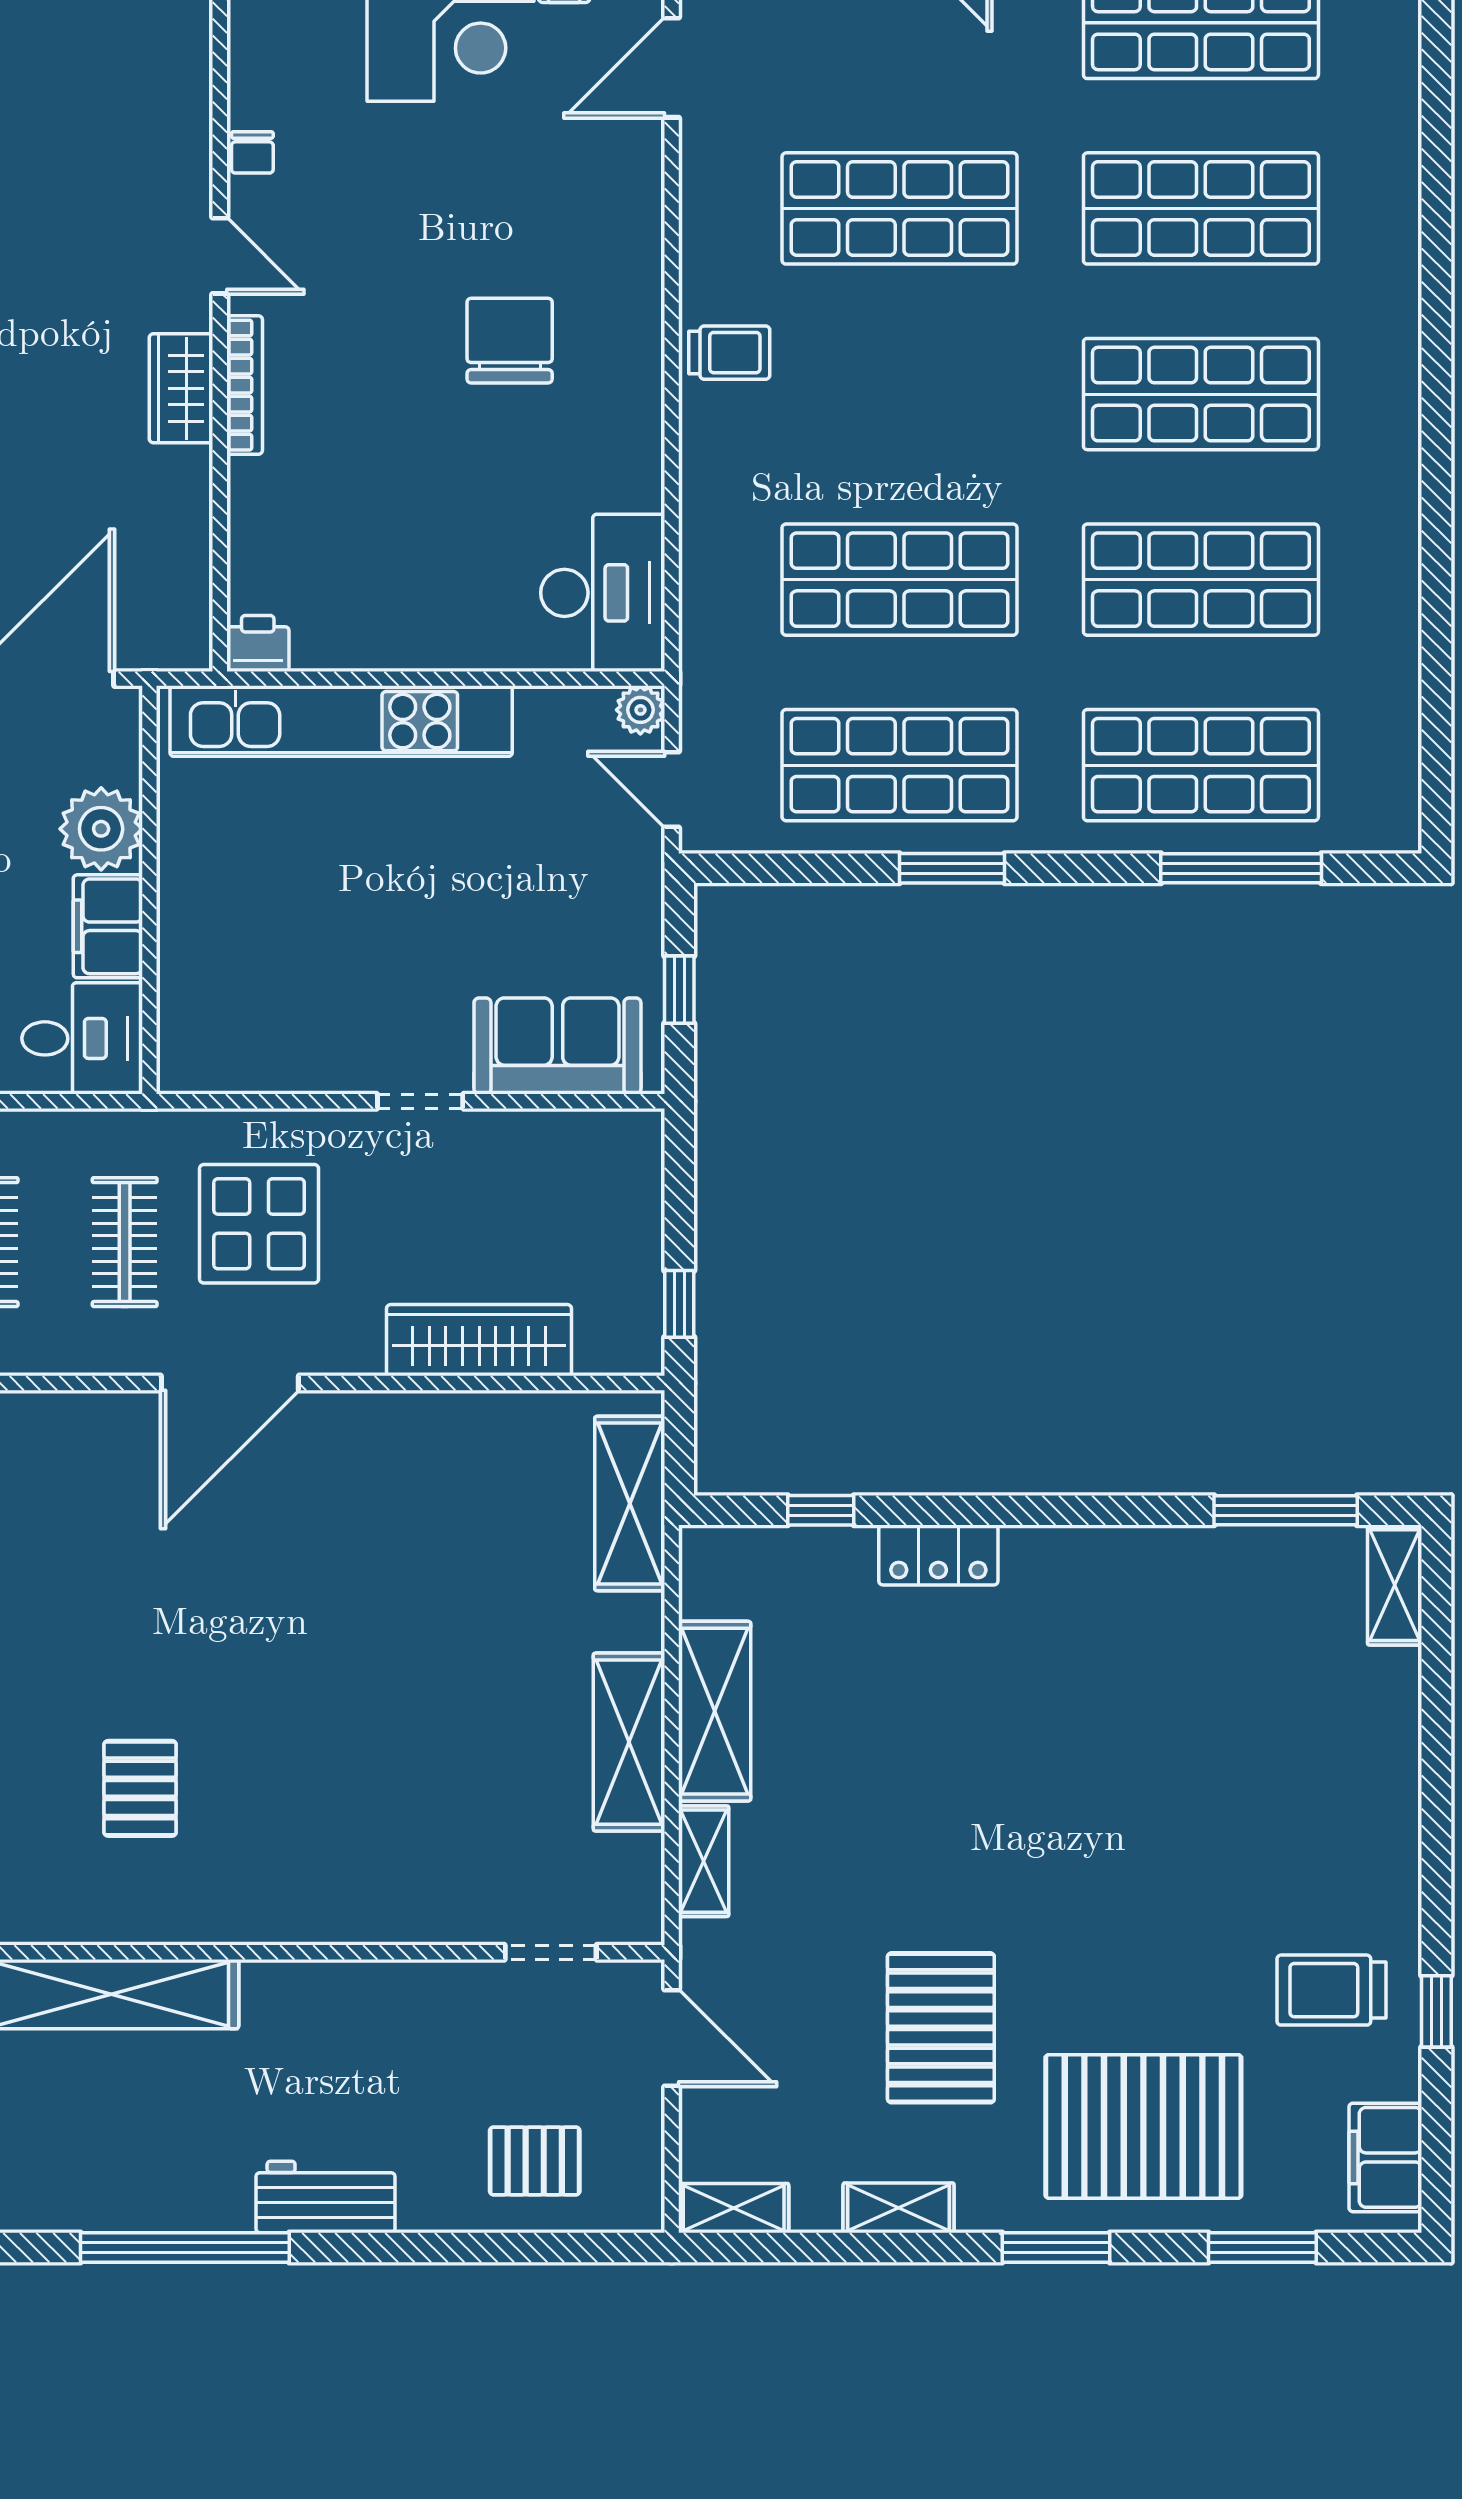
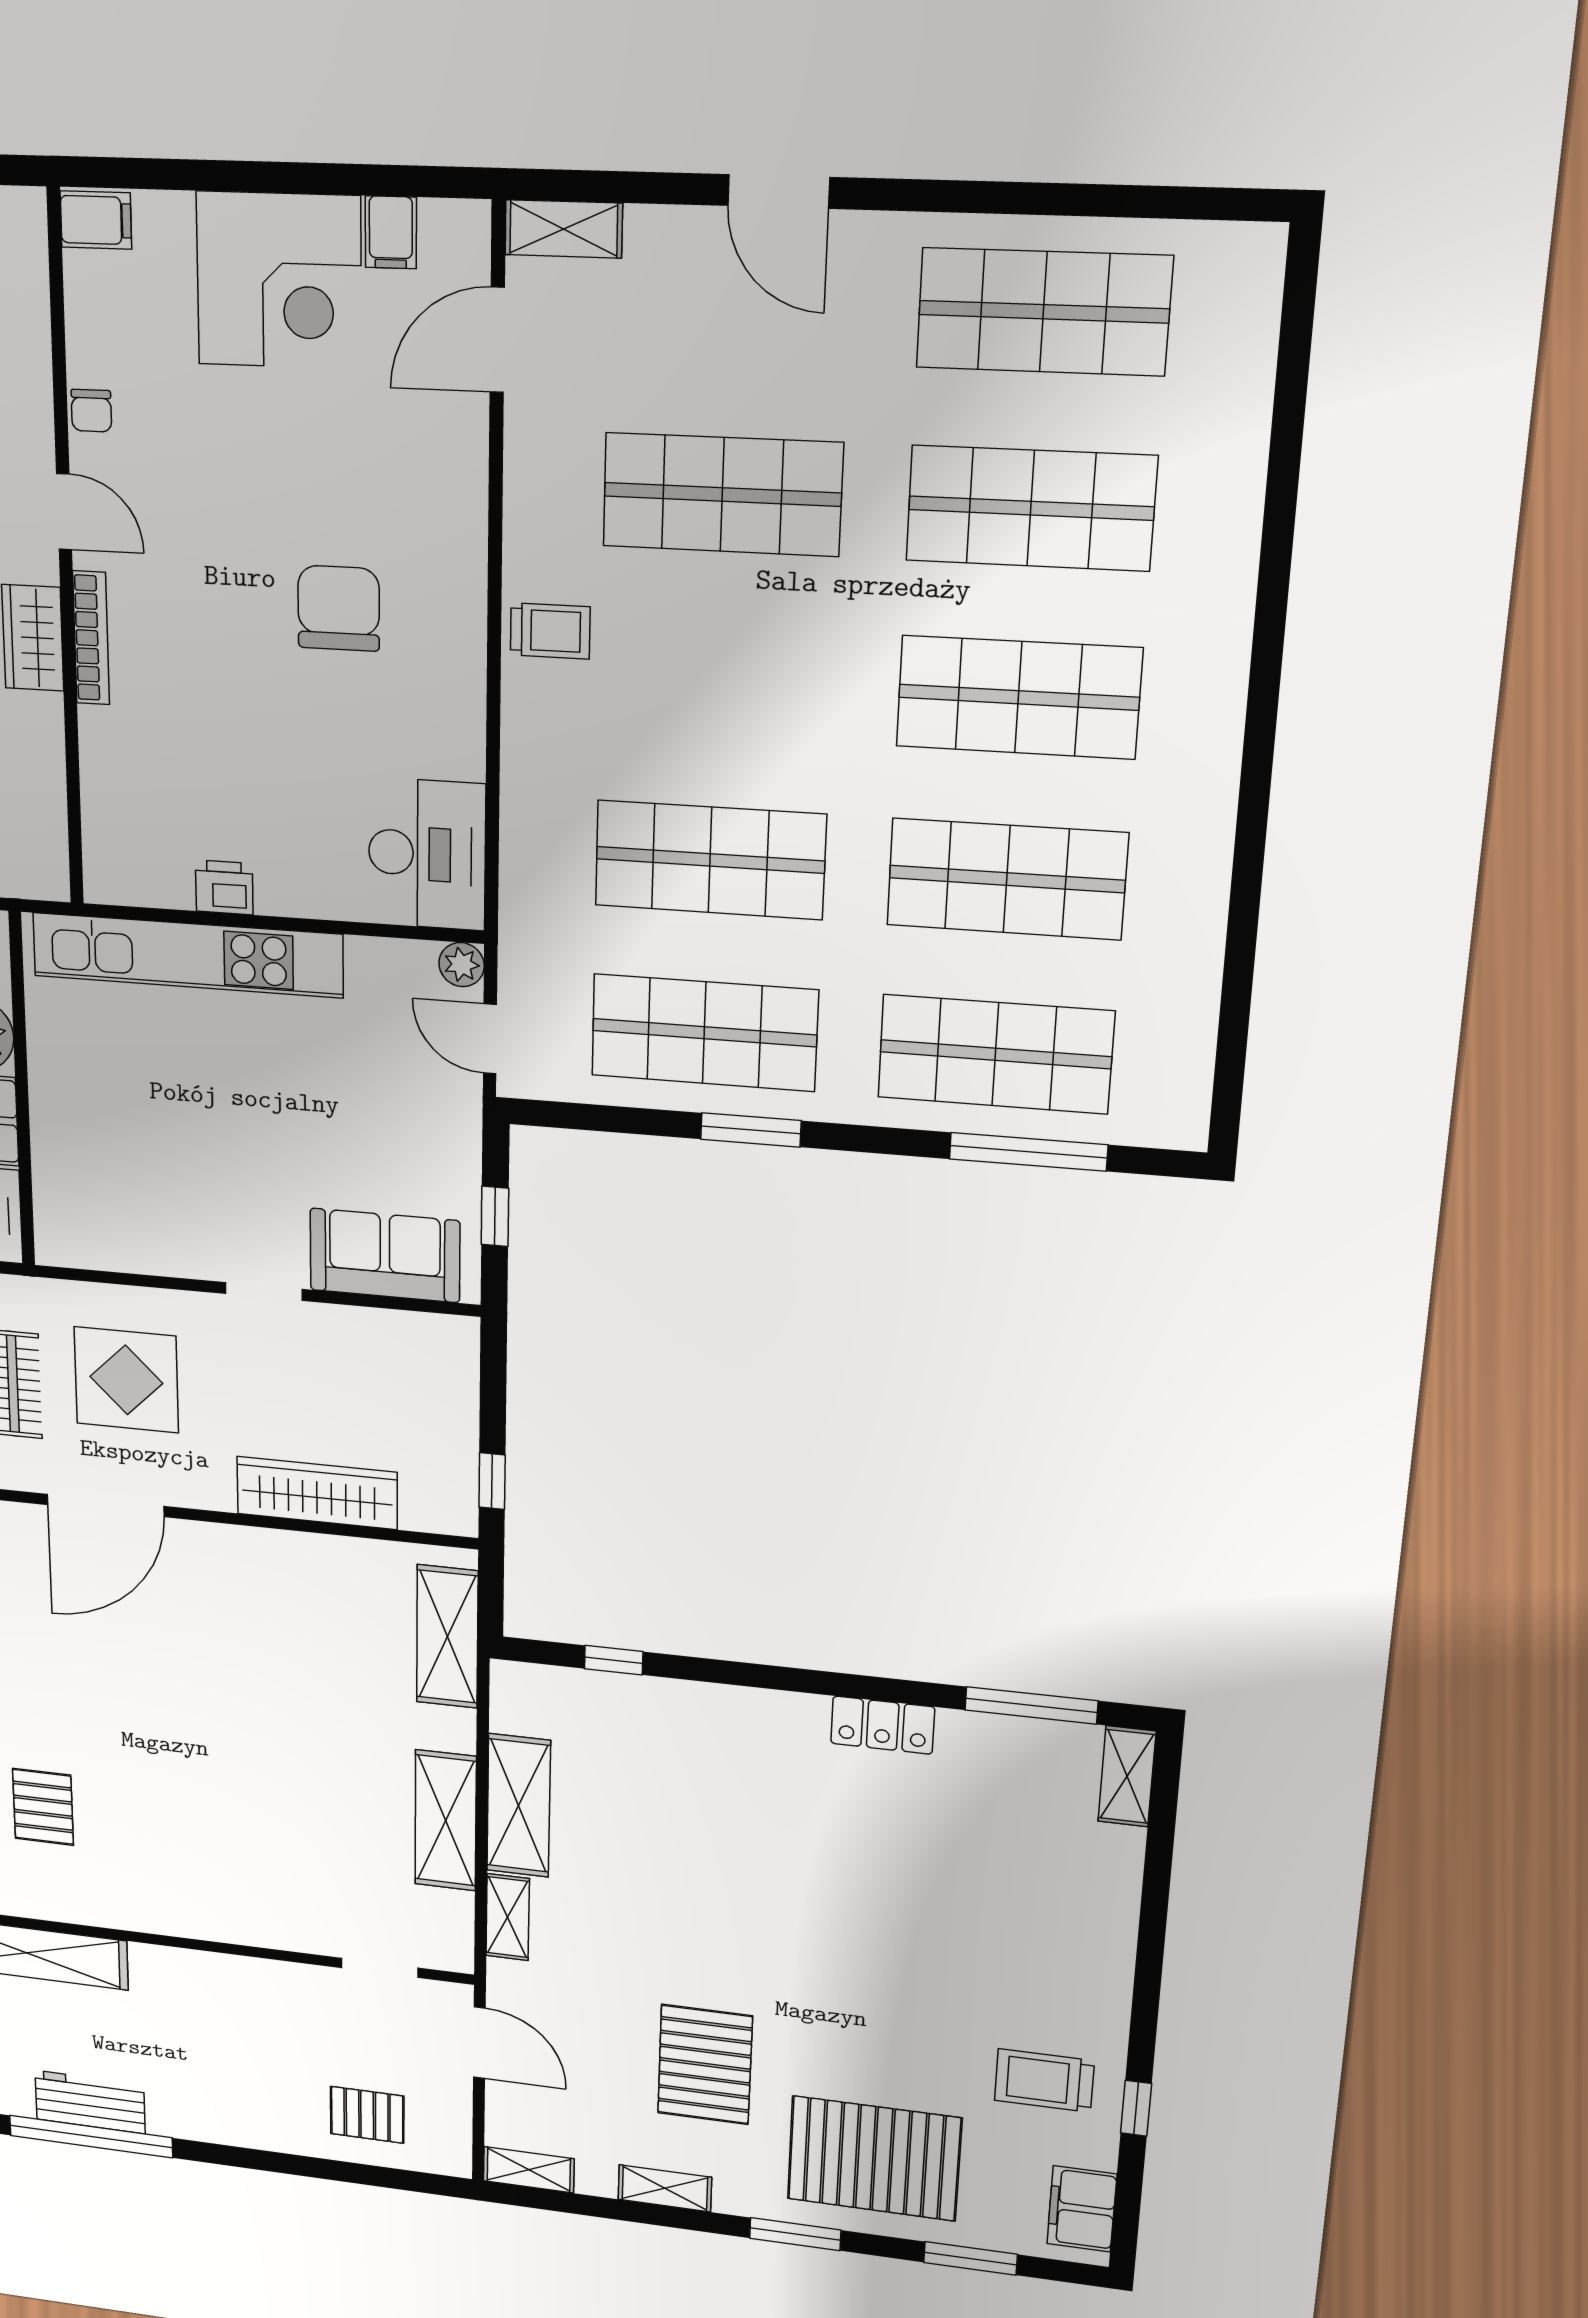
printer: (258, 643) -> (224, 887), moved
locker: (938, 1555) -> (883, 1725), moved
workbench: (326, 2197) -> (90, 2102), moved

